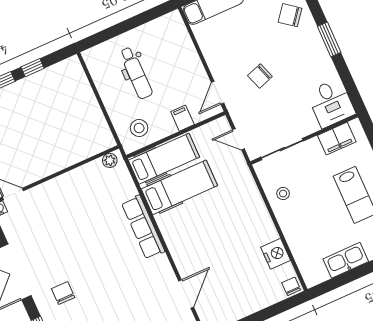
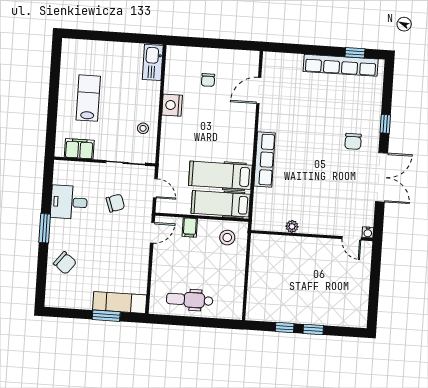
dental chair: (136, 73) -> (190, 300), moved, turned -90
chair: (260, 76) -> (115, 203), moved
desk: (331, 103) -> (69, 202), moved, turned -90
plant: (110, 160) -> (292, 226), moved
nightstand: (276, 254) -> (172, 105), moved
kitchen sink: (346, 260) -> (153, 62), moved, turned 90
chair: (291, 286) -> (208, 80), moved

